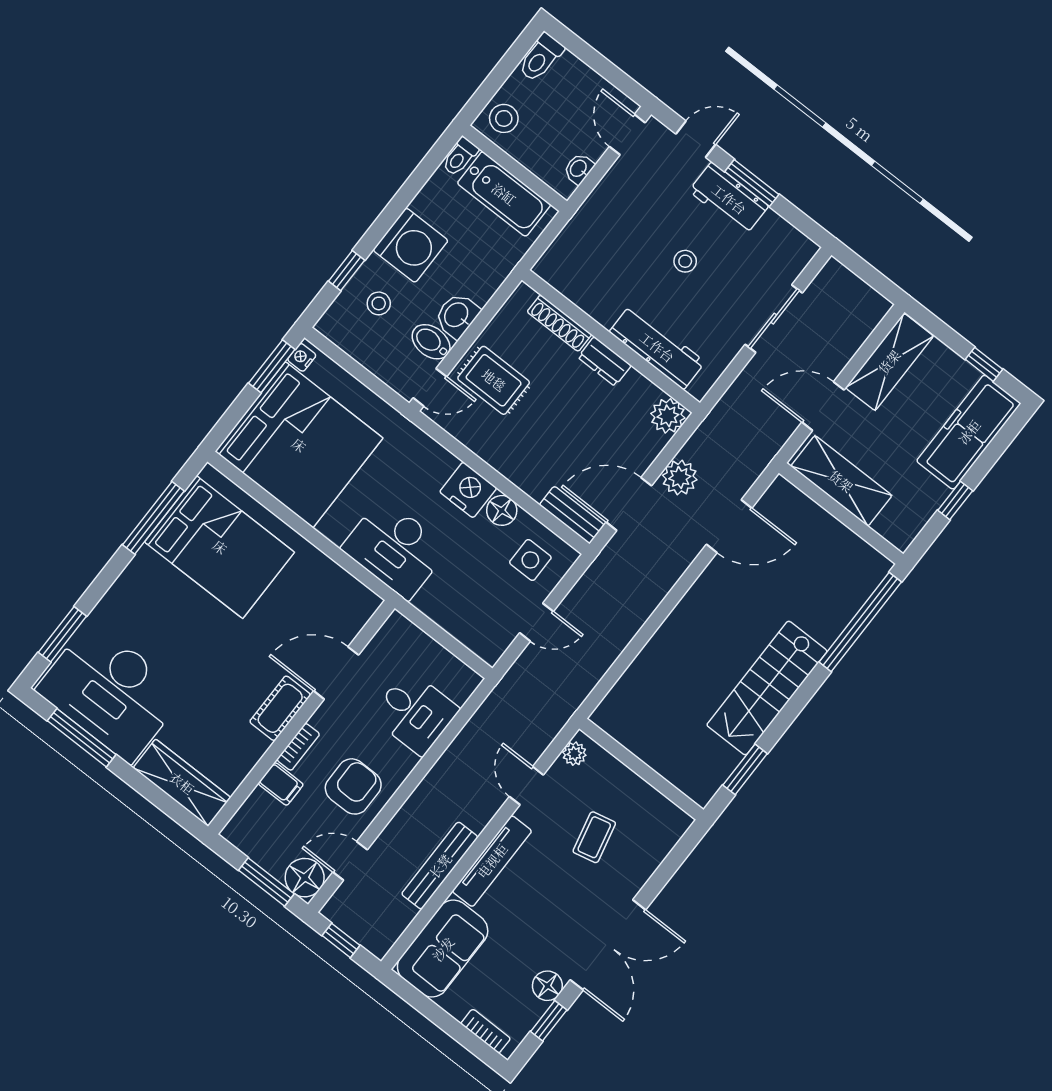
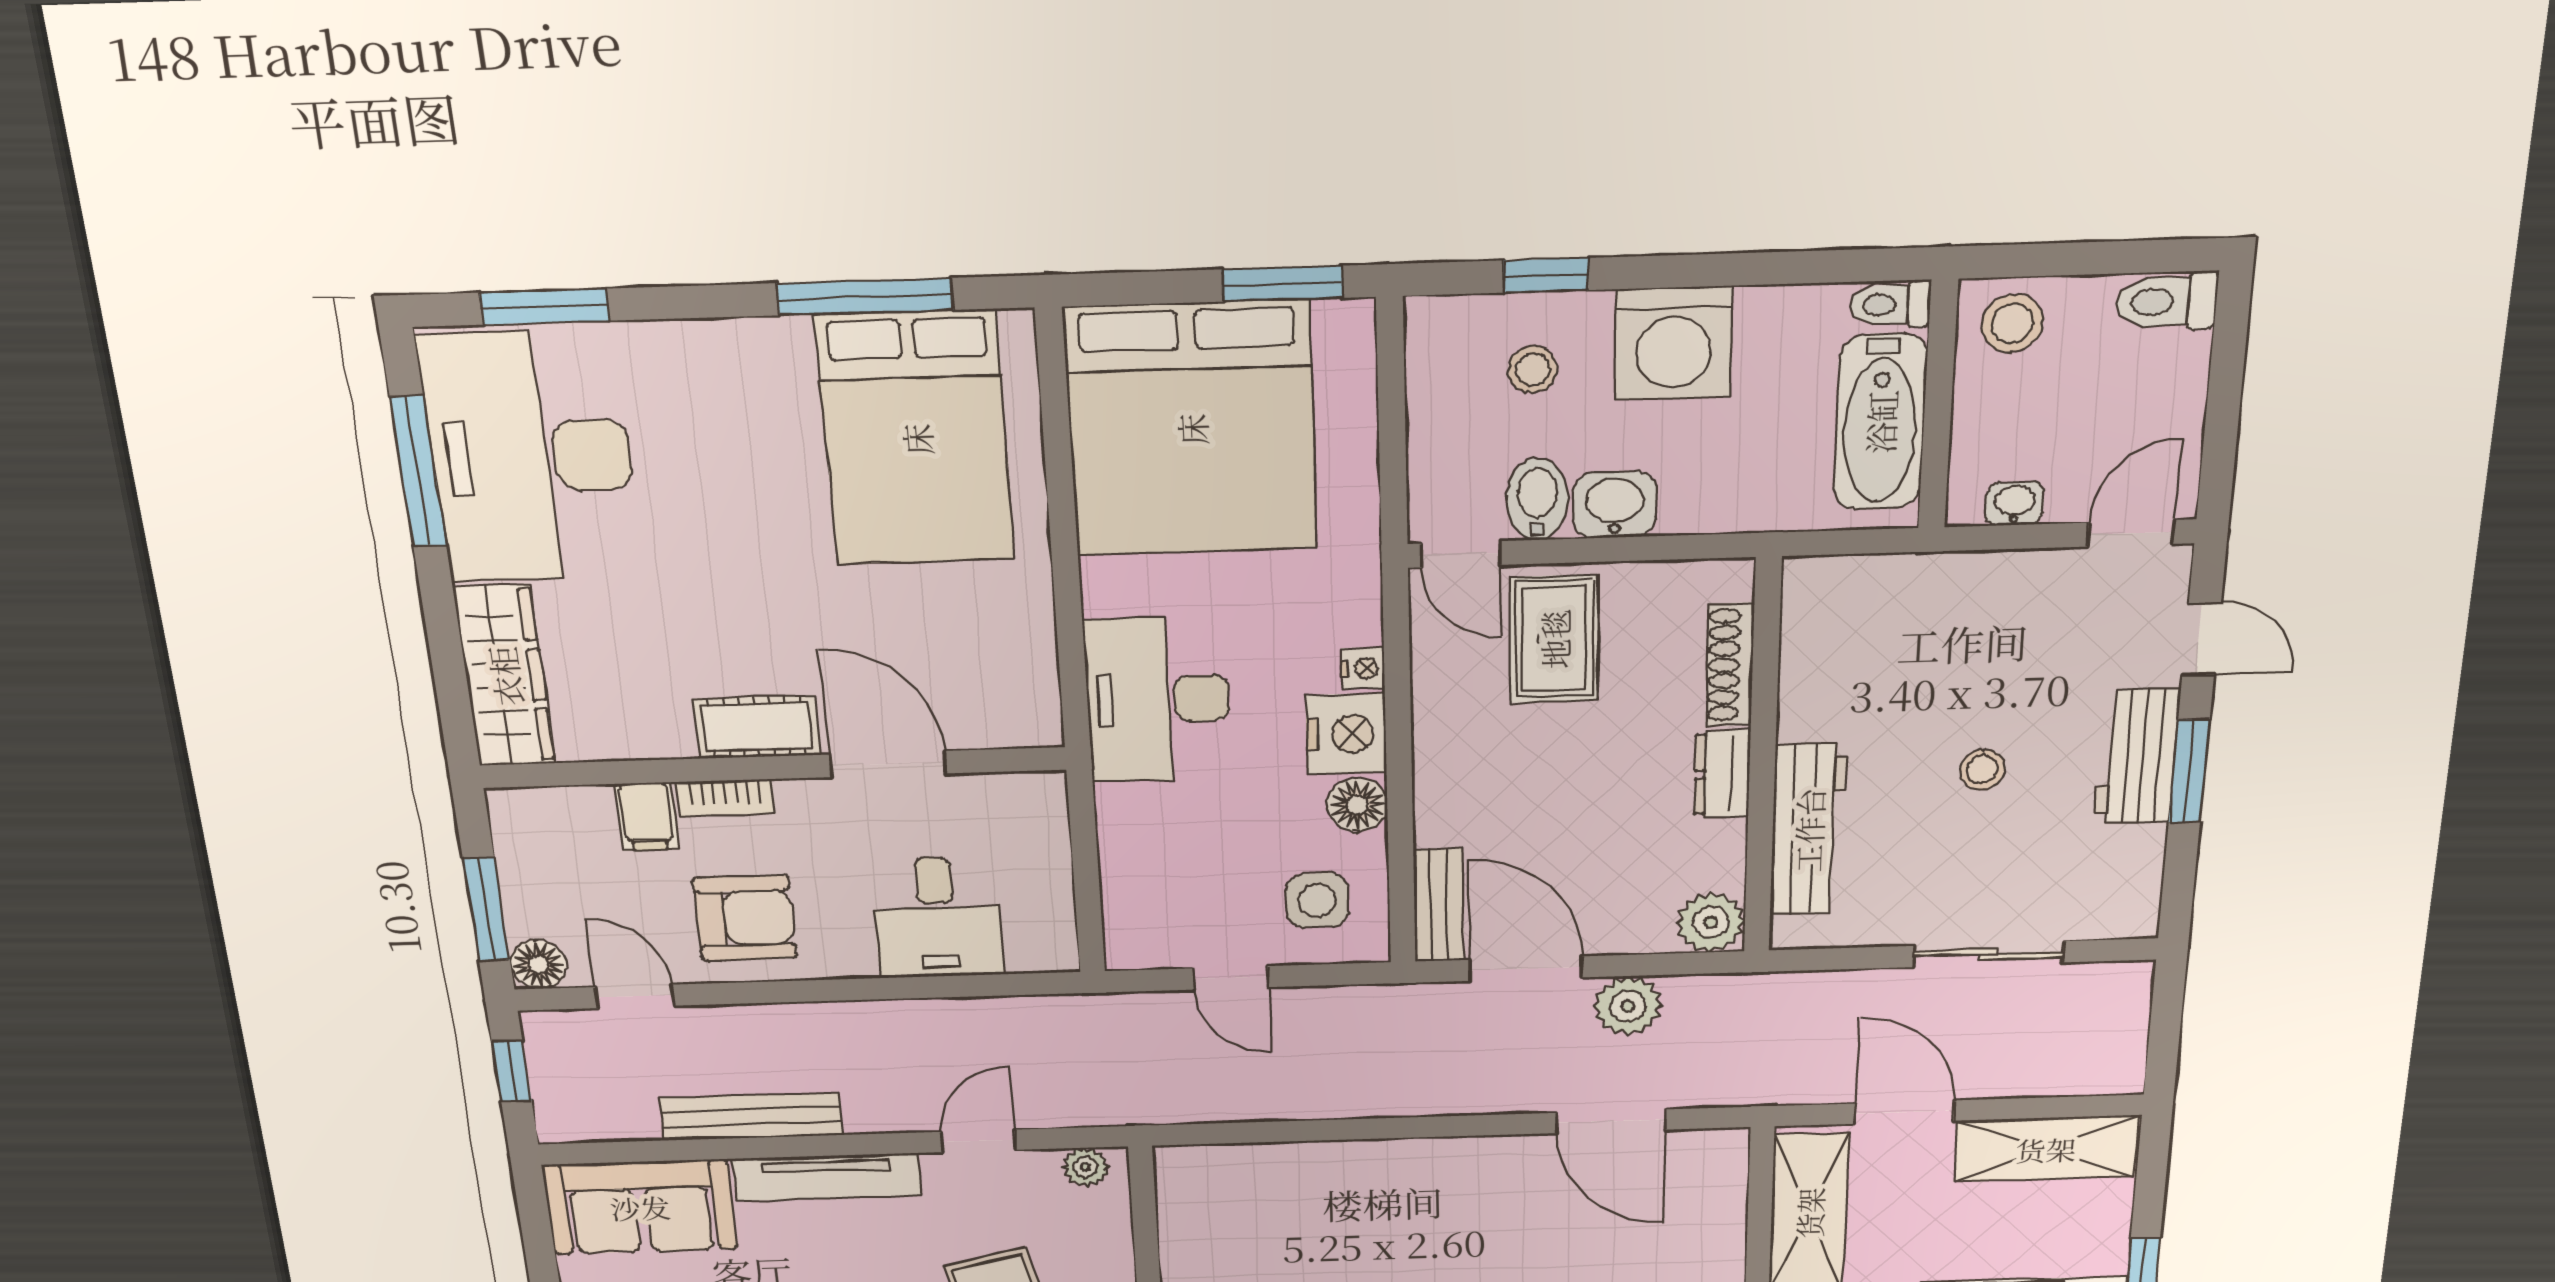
nightstand: (302, 357) -> (1363, 668), moved, turned 90
floor lamp: (305, 878) -> (538, 965), width x0.73, depth x0.73

